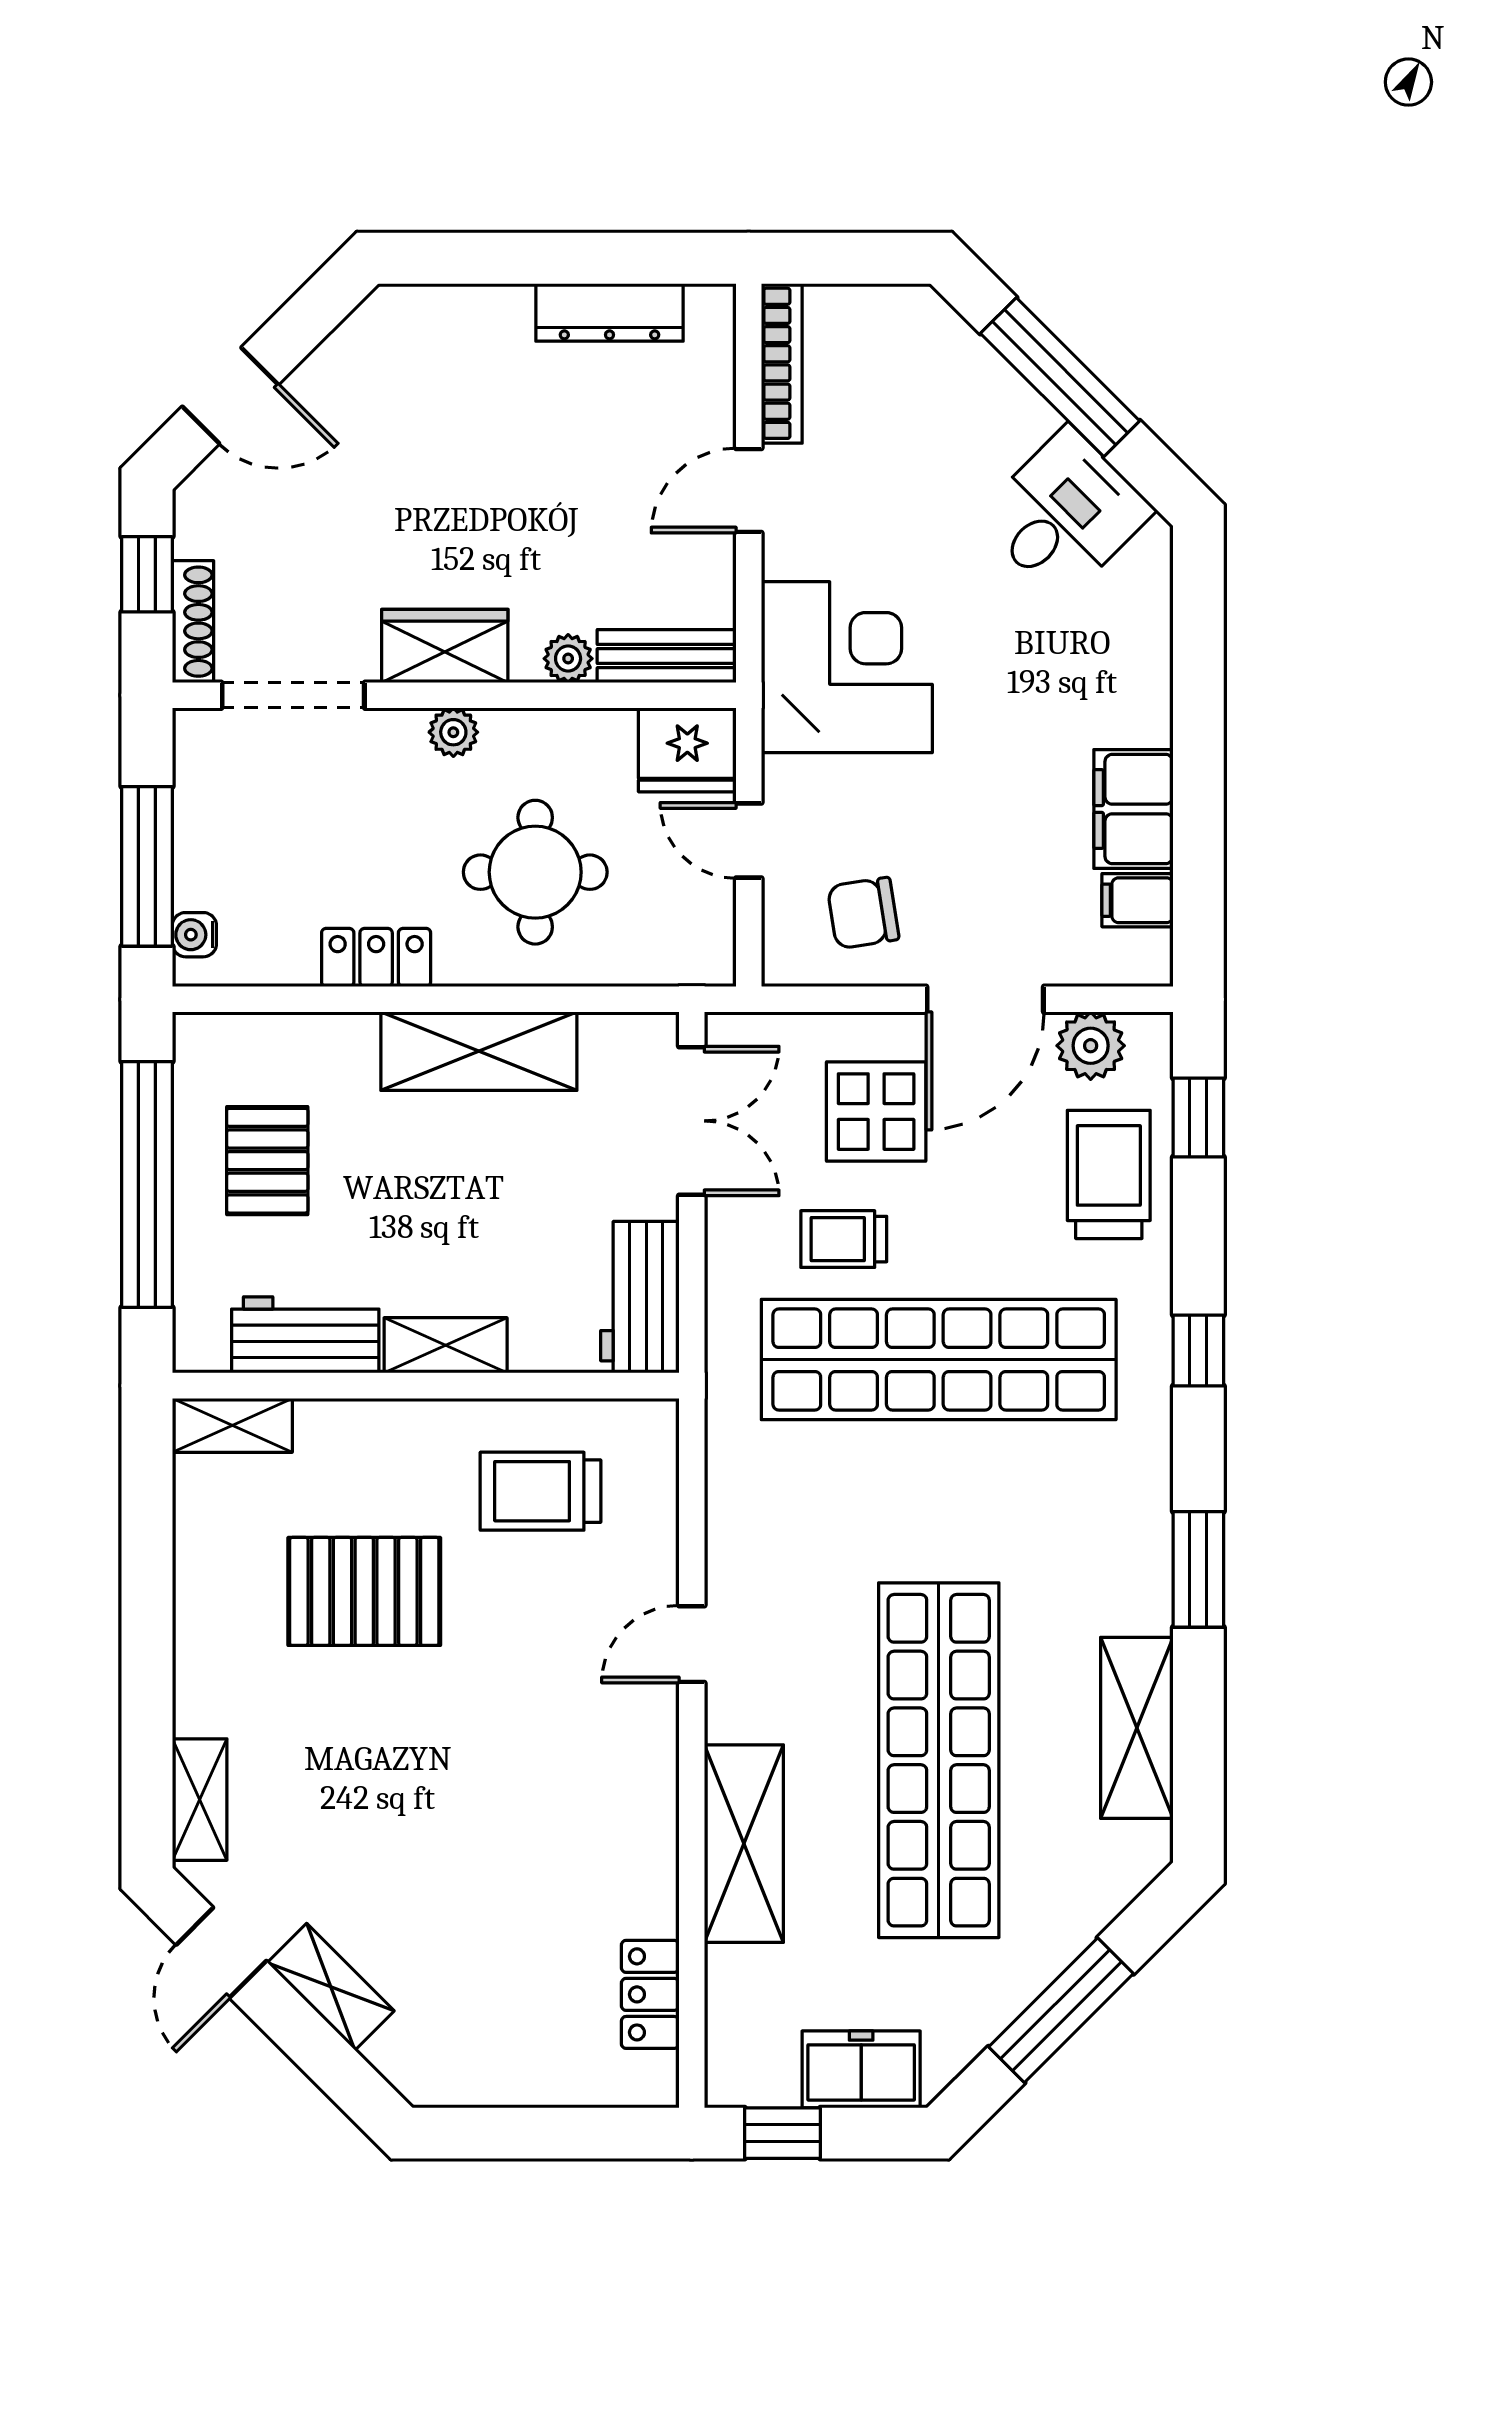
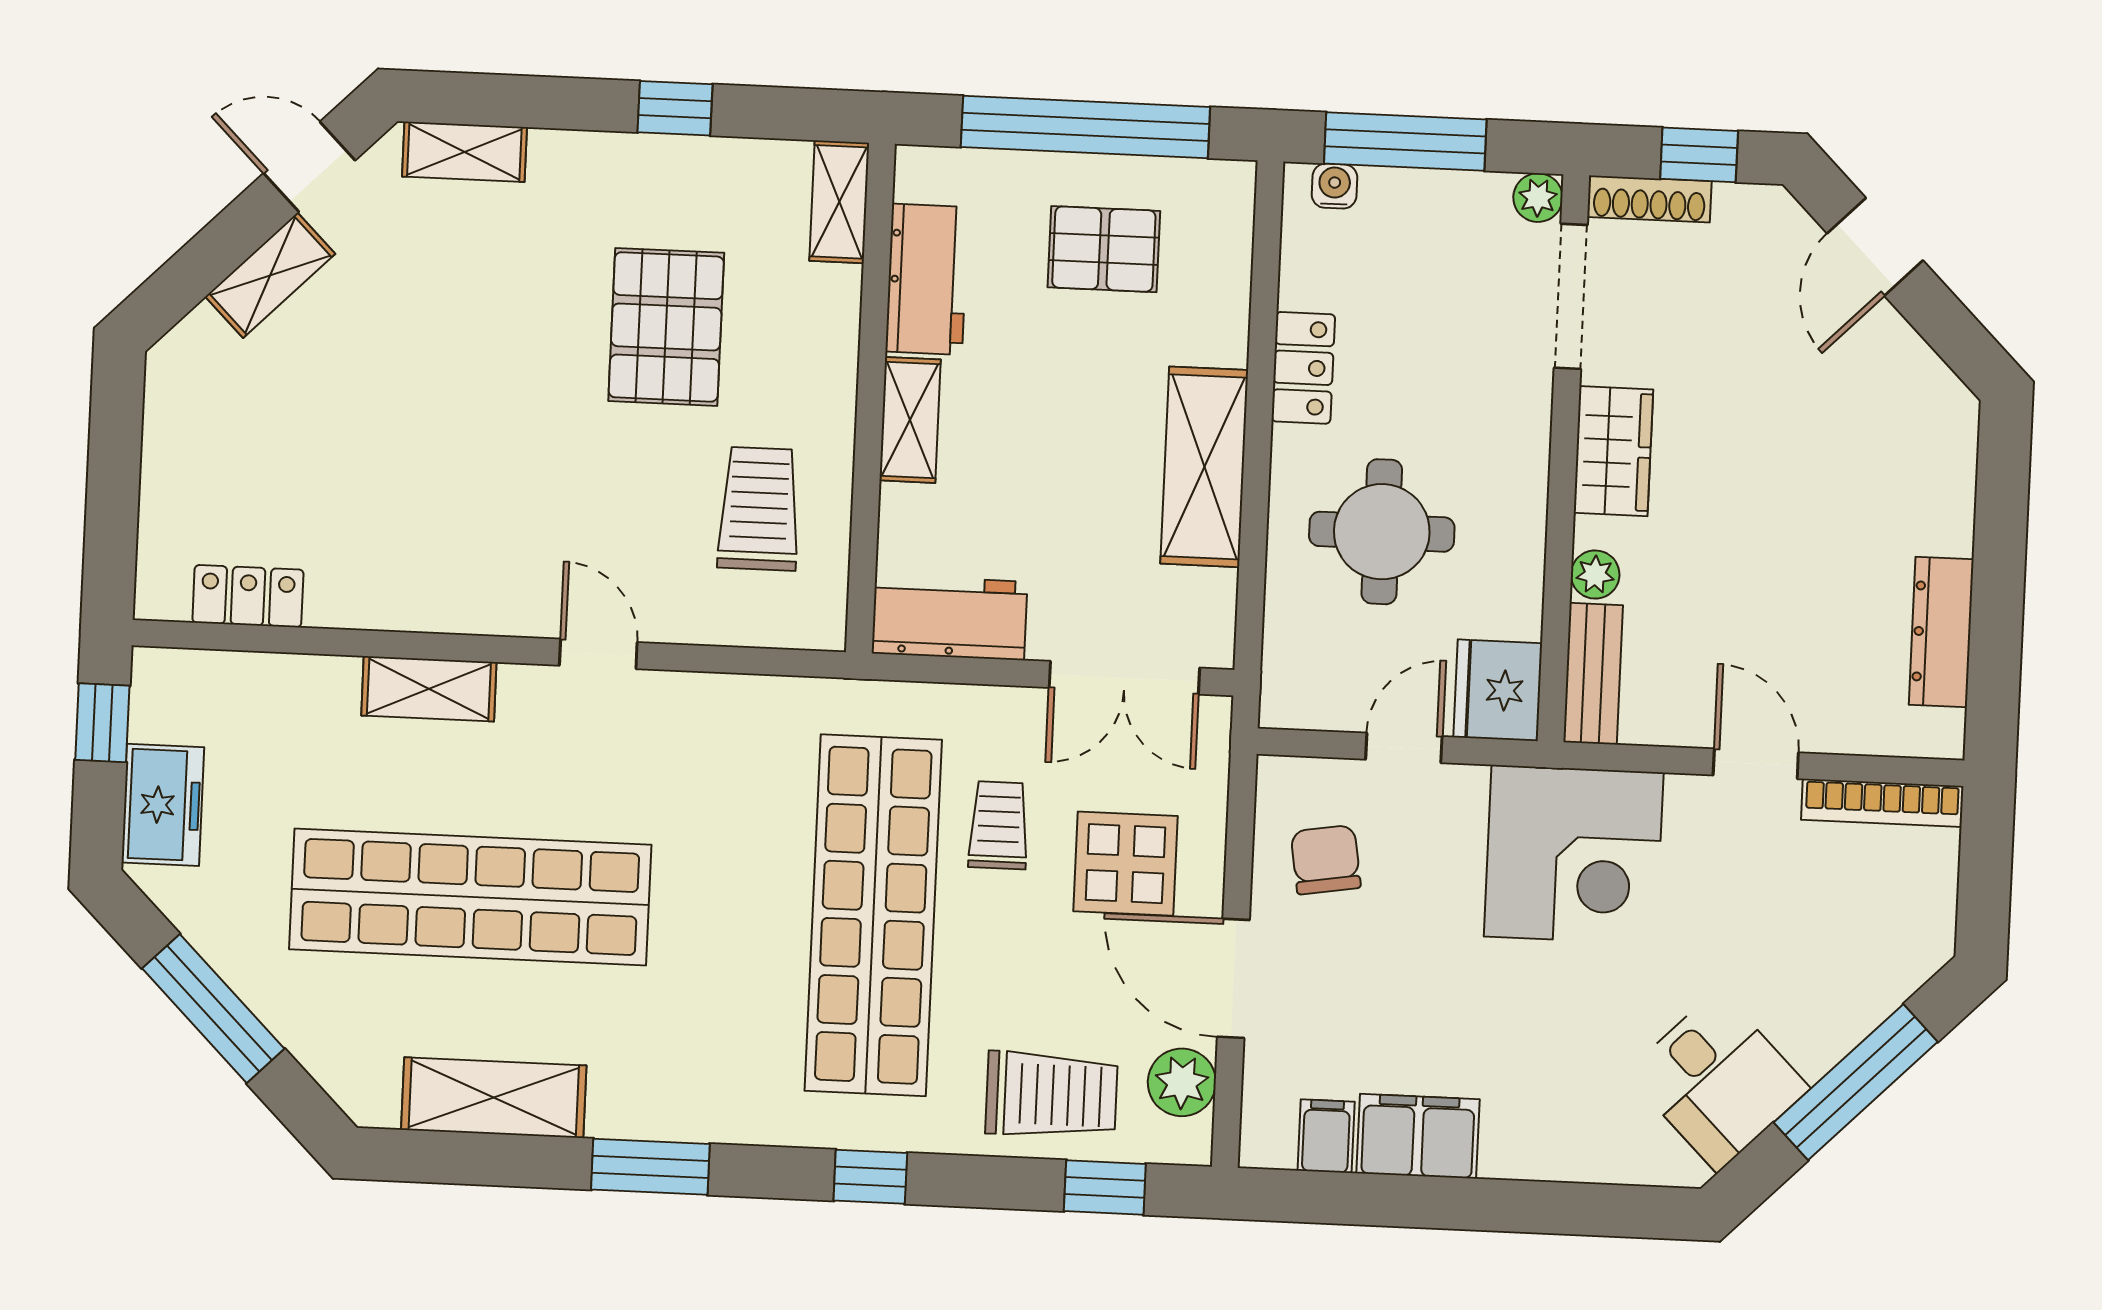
plant: (453, 732) -> (1538, 198), moved
window: (147, 1593) -> (675, 108), added
shelving: (744, 1844) -> (429, 689), width x0.67, depth x0.75

